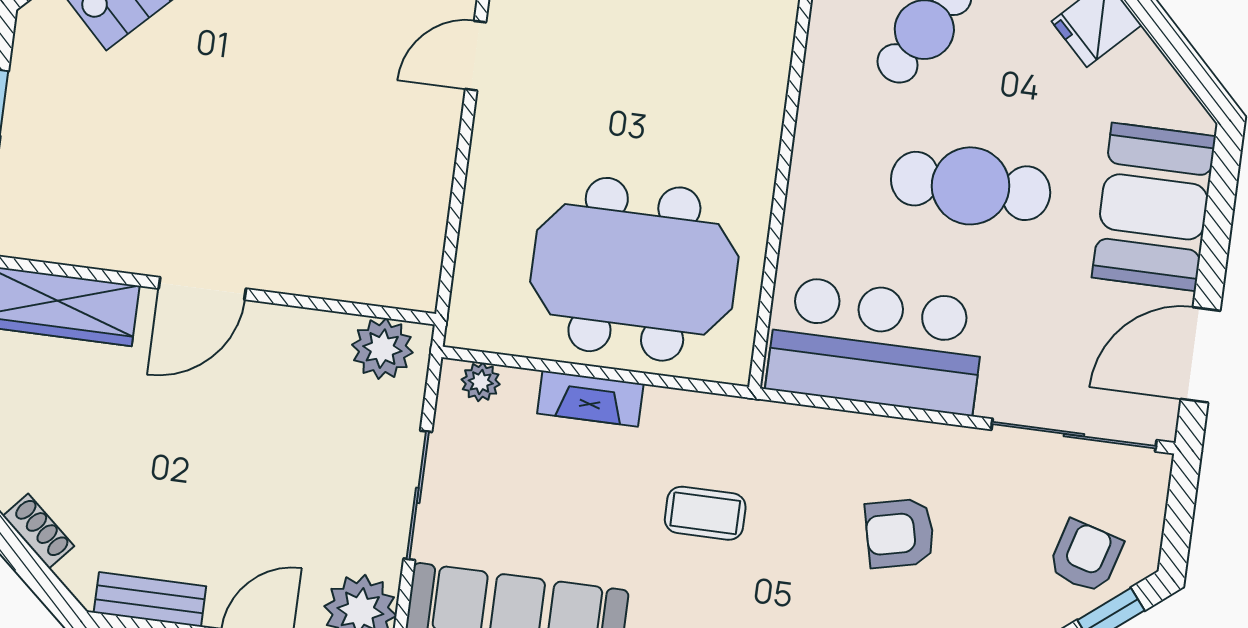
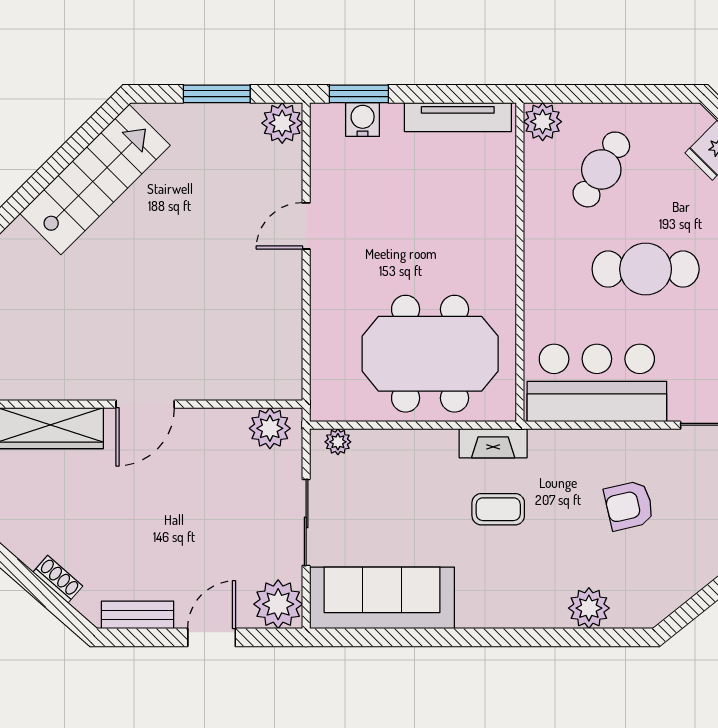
fireplace: (590, 399) -> (493, 443), moved

